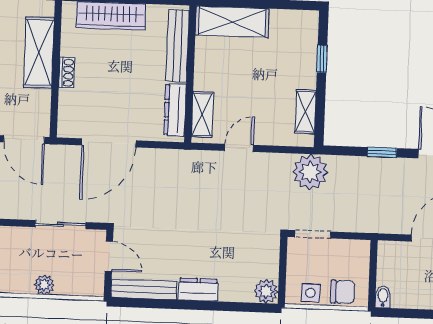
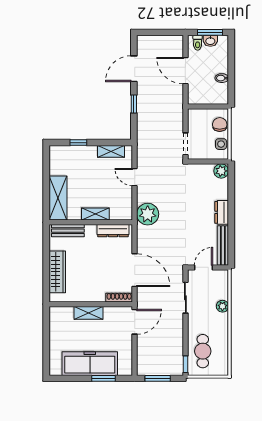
bench: (178, 46) -> (68, 231), width x0.73
shelving: (39, 53) -> (88, 313), width x0.67, depth x0.75
shoe rack: (67, 73) -> (119, 298), moved, width x1.43
shelving: (202, 114) -> (95, 214), moved
door: (239, 148) -> (135, 177), moved
plant: (310, 172) -> (148, 214), moved
bidet: (383, 297) -> (222, 78), moved

